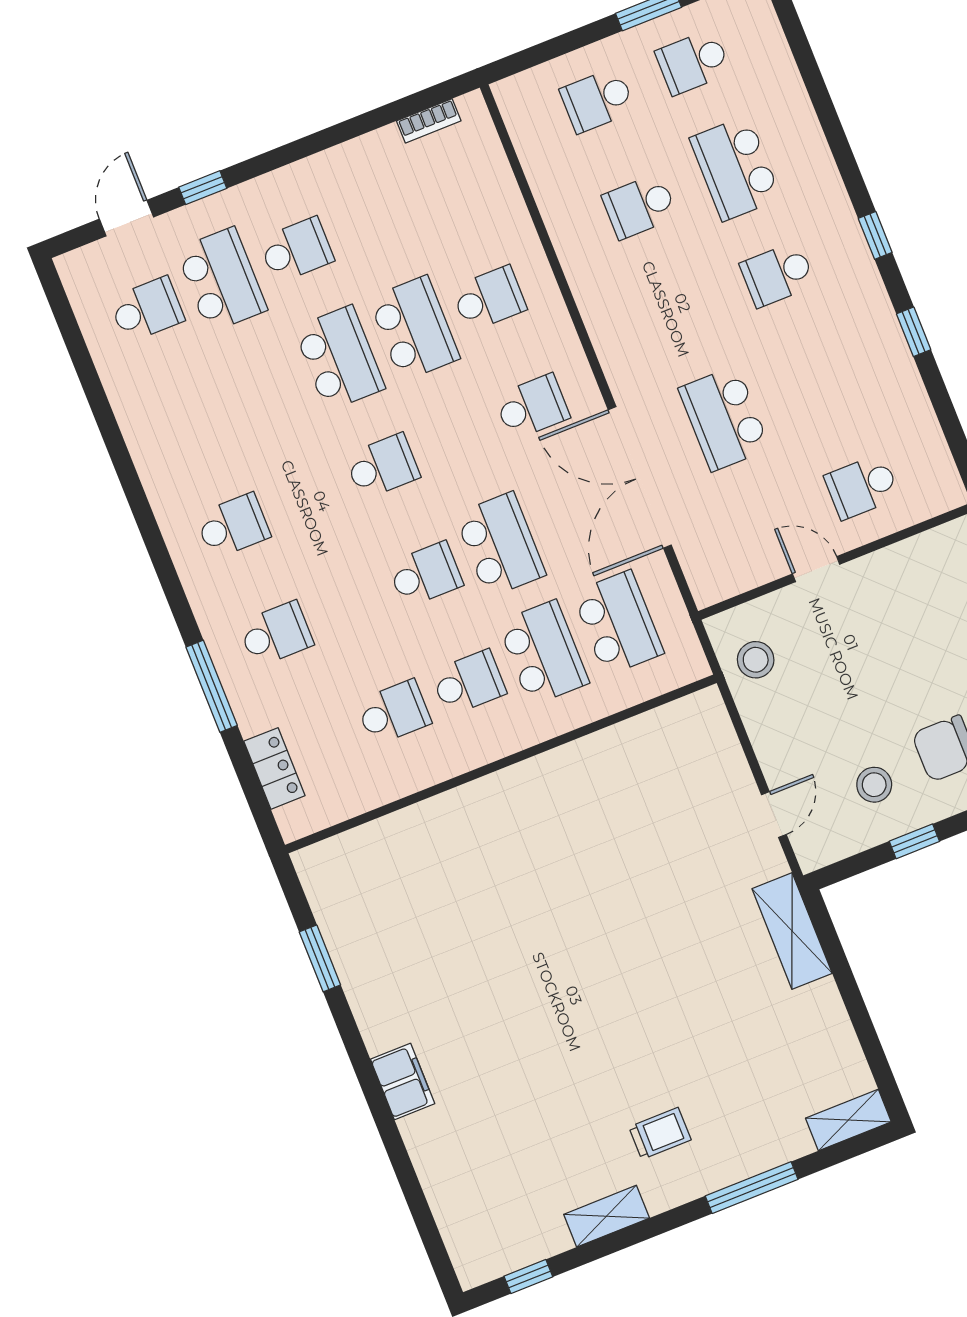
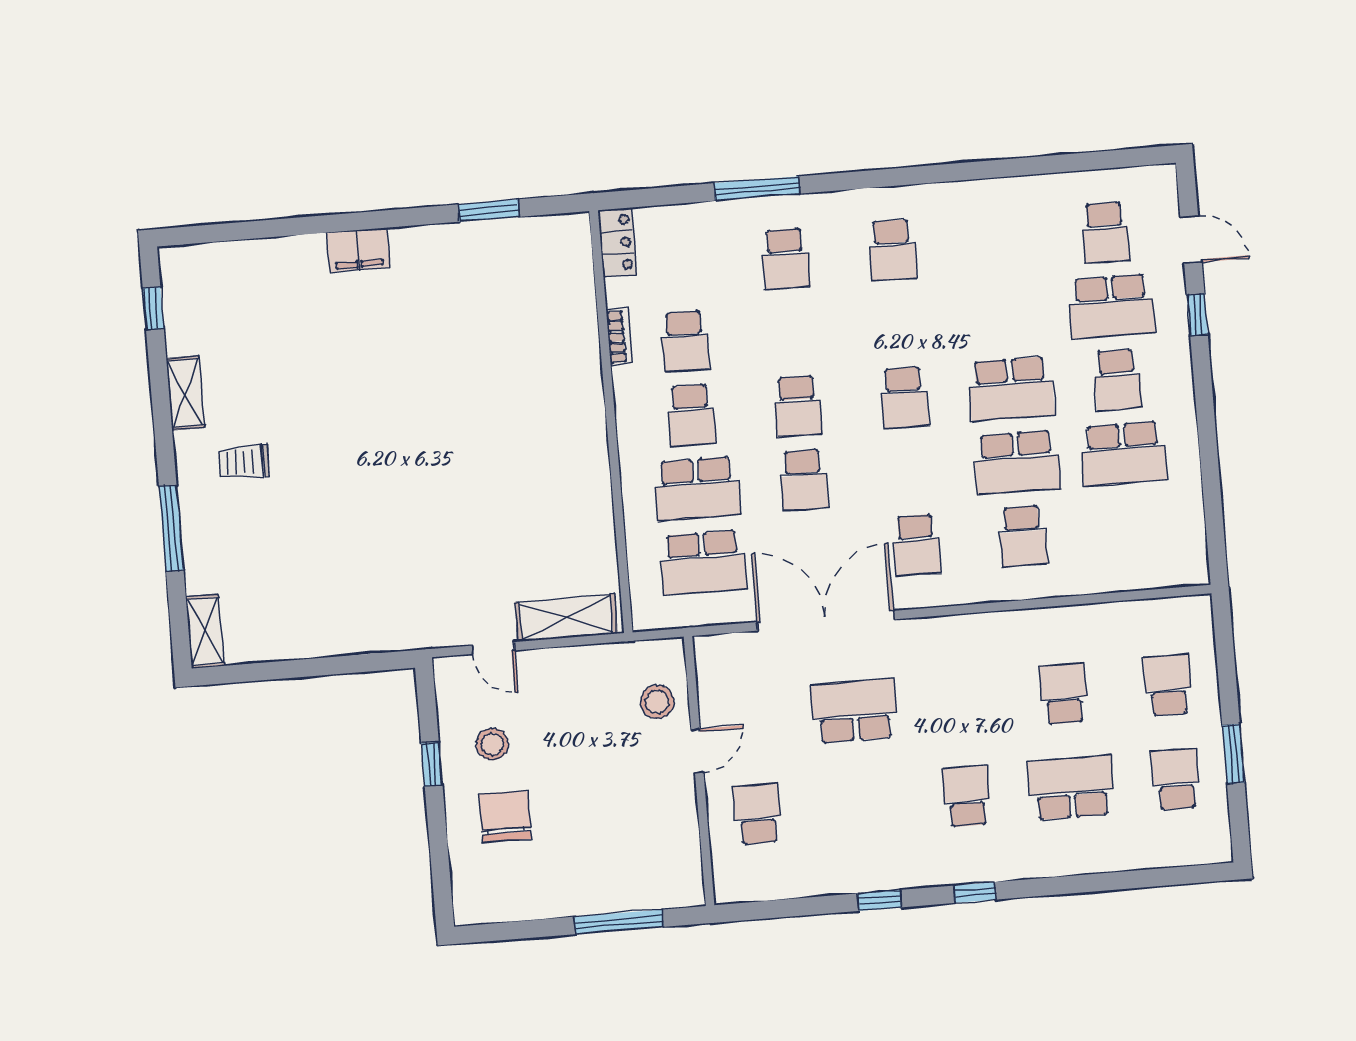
bookcase: (429, 121) -> (619, 337), moved, turned 180
school desk: (371, 220) -> (1123, 454), added
school desk: (500, 545) -> (804, 480), width x0.54
stool: (756, 660) -> (657, 702), moved
locker: (274, 768) -> (617, 242), moved, turned -90
shelving: (792, 931) -> (566, 618), moved
trolley: (660, 1133) -> (244, 462), turned 90

